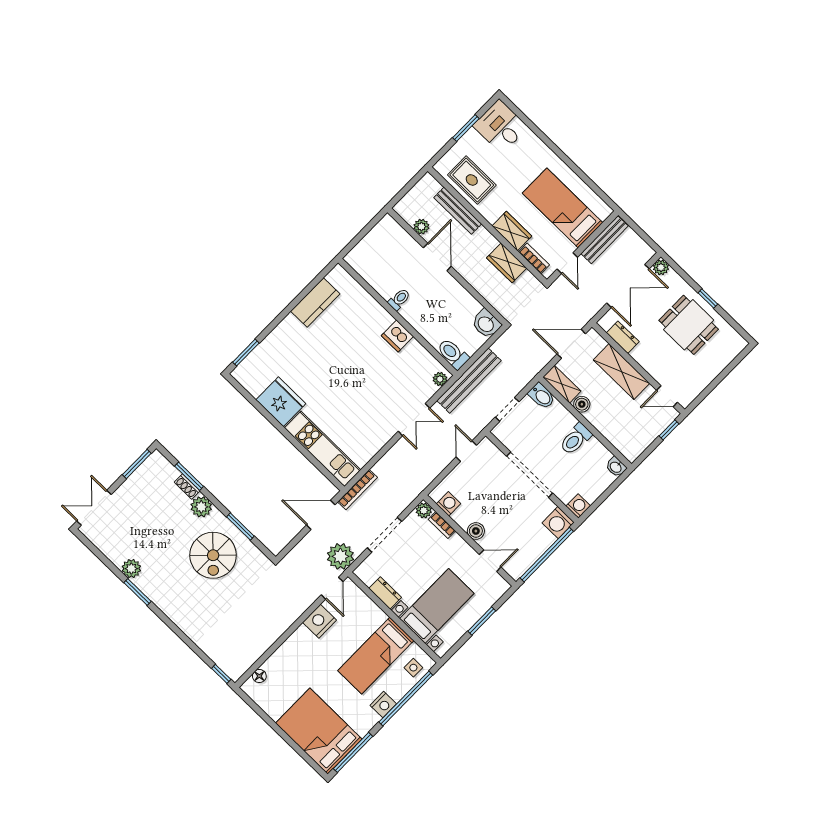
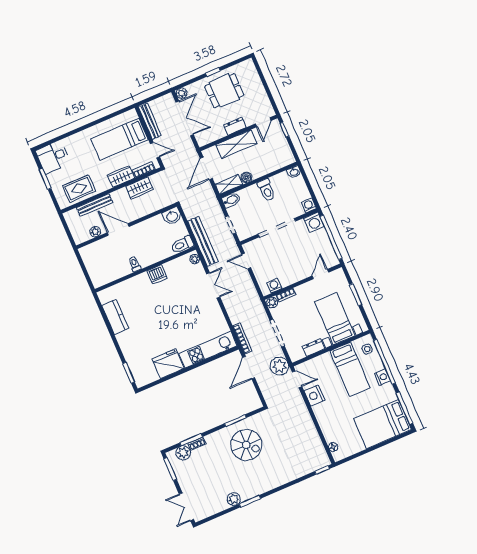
dresser: (623, 337) -> (235, 126), moved
plant: (201, 507) -> (183, 453), moved
boiler: (476, 531) -> (298, 275), removed

